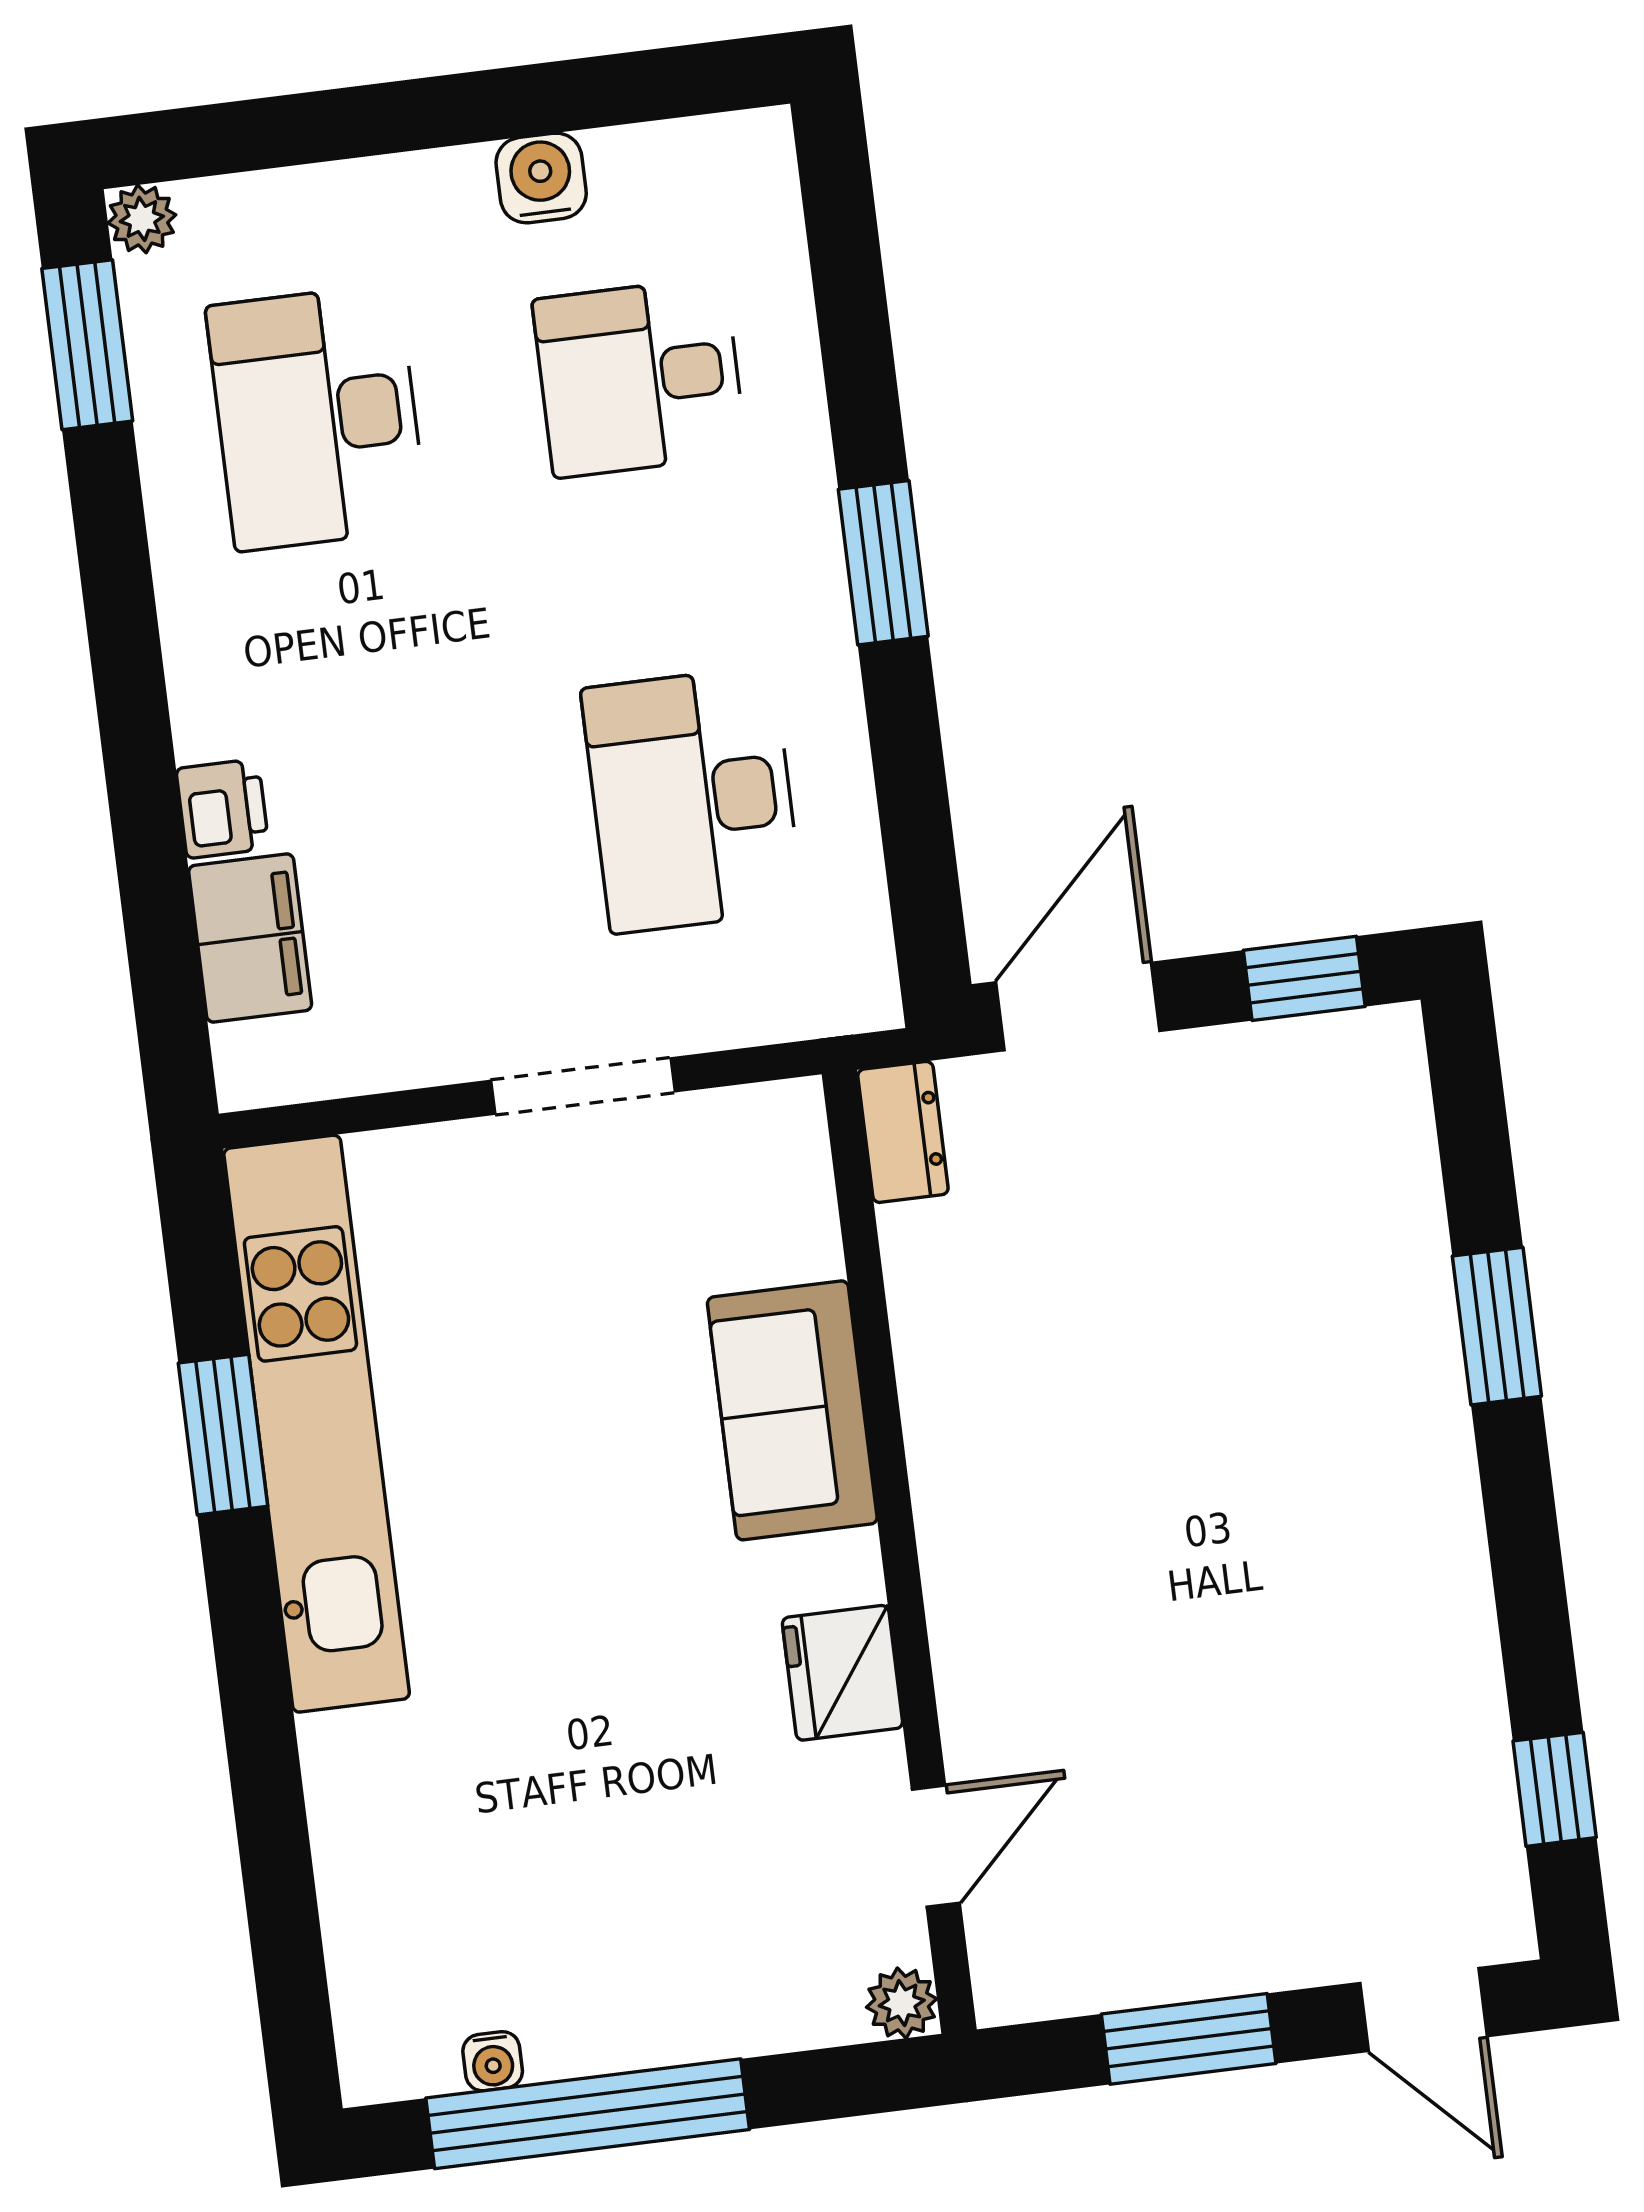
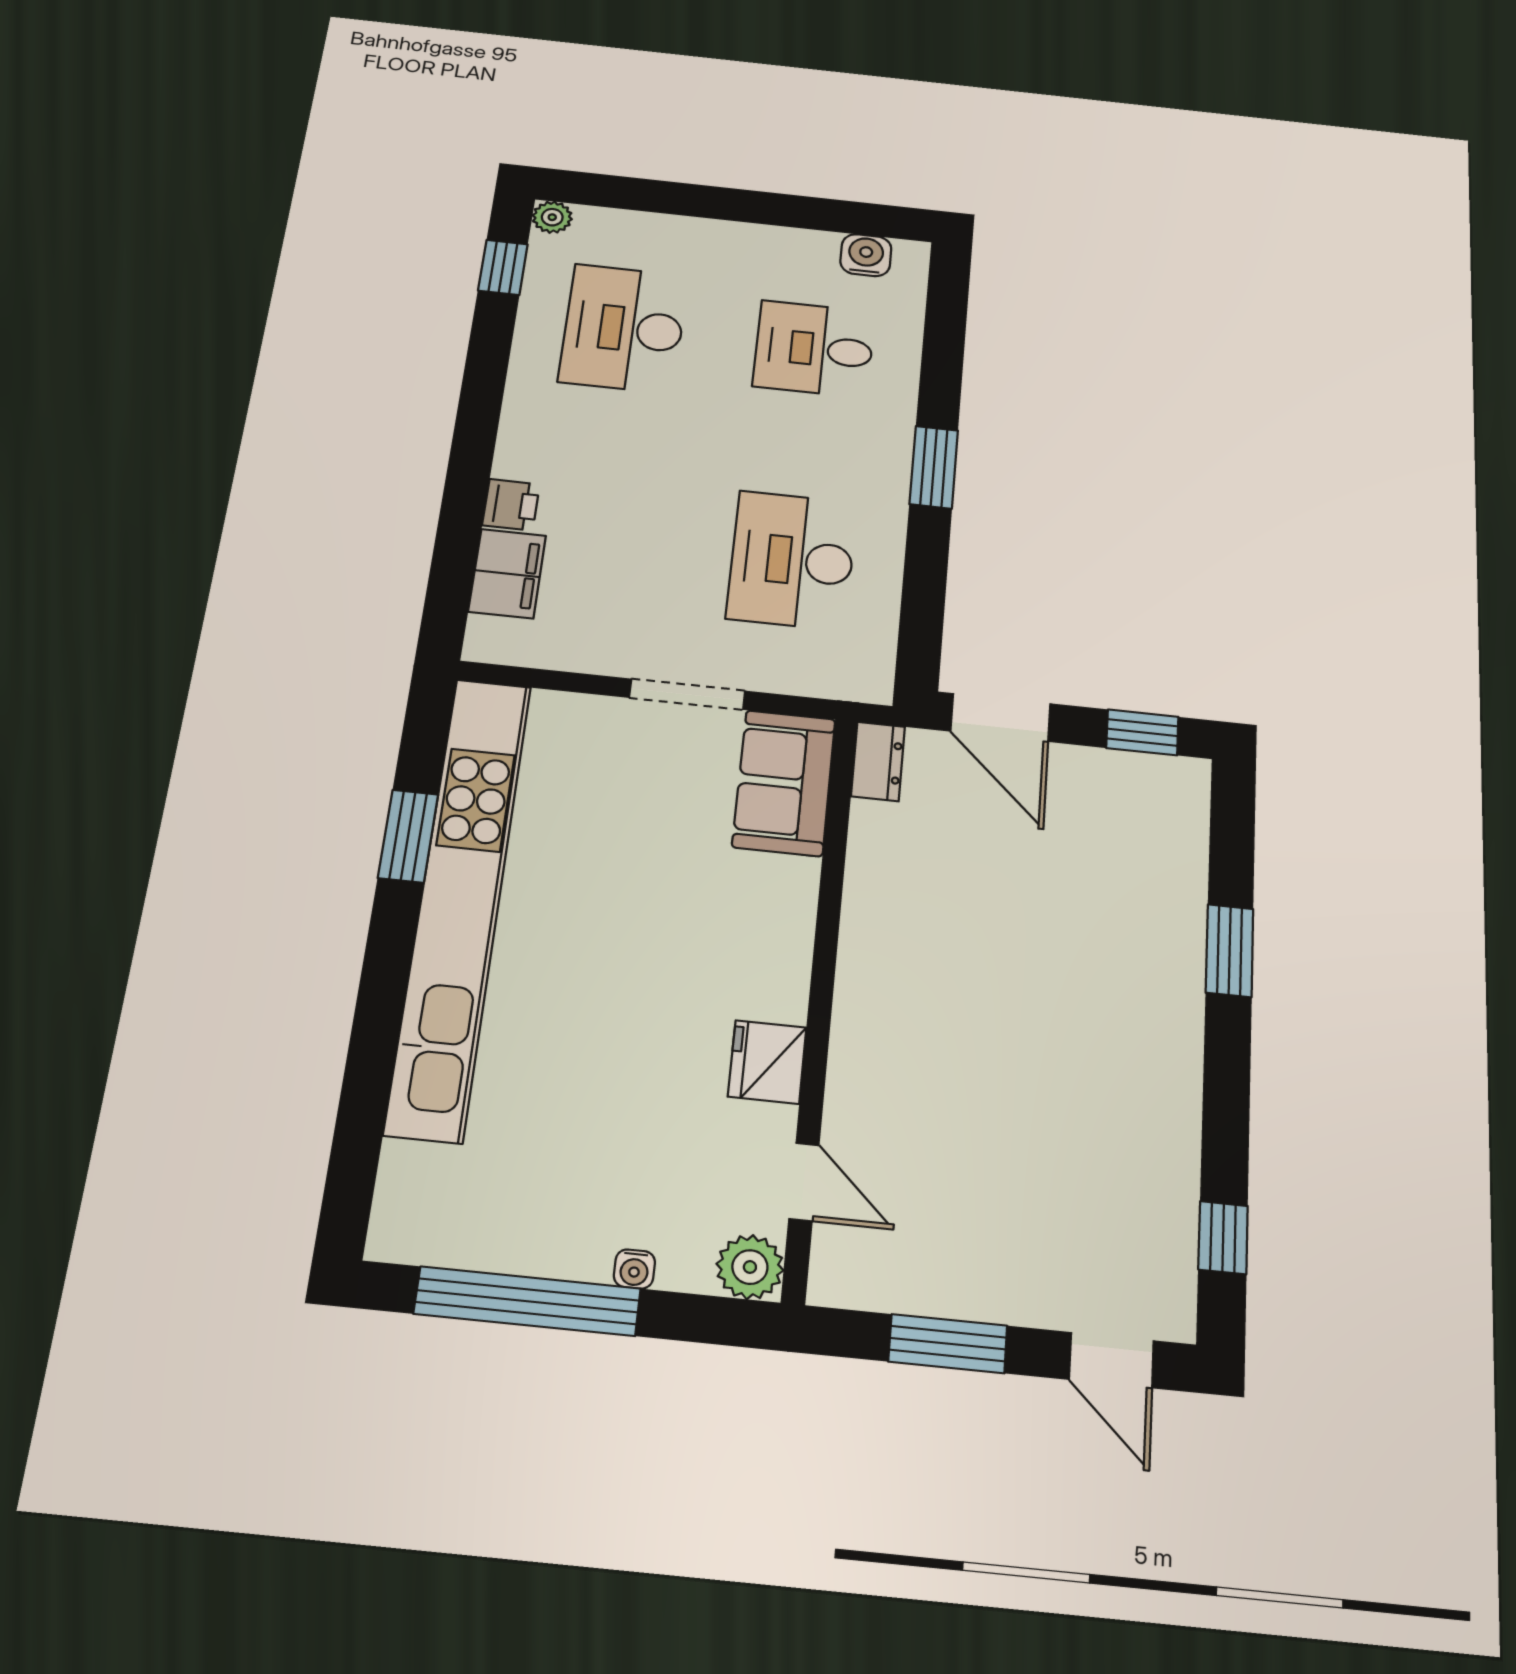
water cooler: (541, 178) -> (866, 255), moved
window: (87, 345) -> (503, 267), width x0.67
door: (1078, 1007) -> (1001, 717), swing flipped
sofa: (792, 1410) -> (784, 783), moved
kitchen unit: (317, 1424) -> (460, 903), width x1.36
door: (936, 1846) -> (804, 1182), hinge flipped
plant: (902, 2003) -> (750, 1267), width x1.38, depth x1.38
water cooler: (493, 2061) -> (634, 1269), moved

